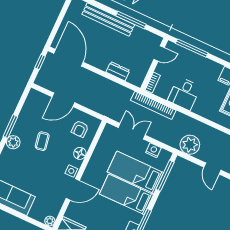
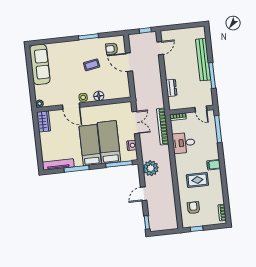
door: (68, 58) -> (160, 48), width x0.53
armchair: (80, 129) -> (112, 49), moved
plant: (13, 142) -> (79, 45), removed

